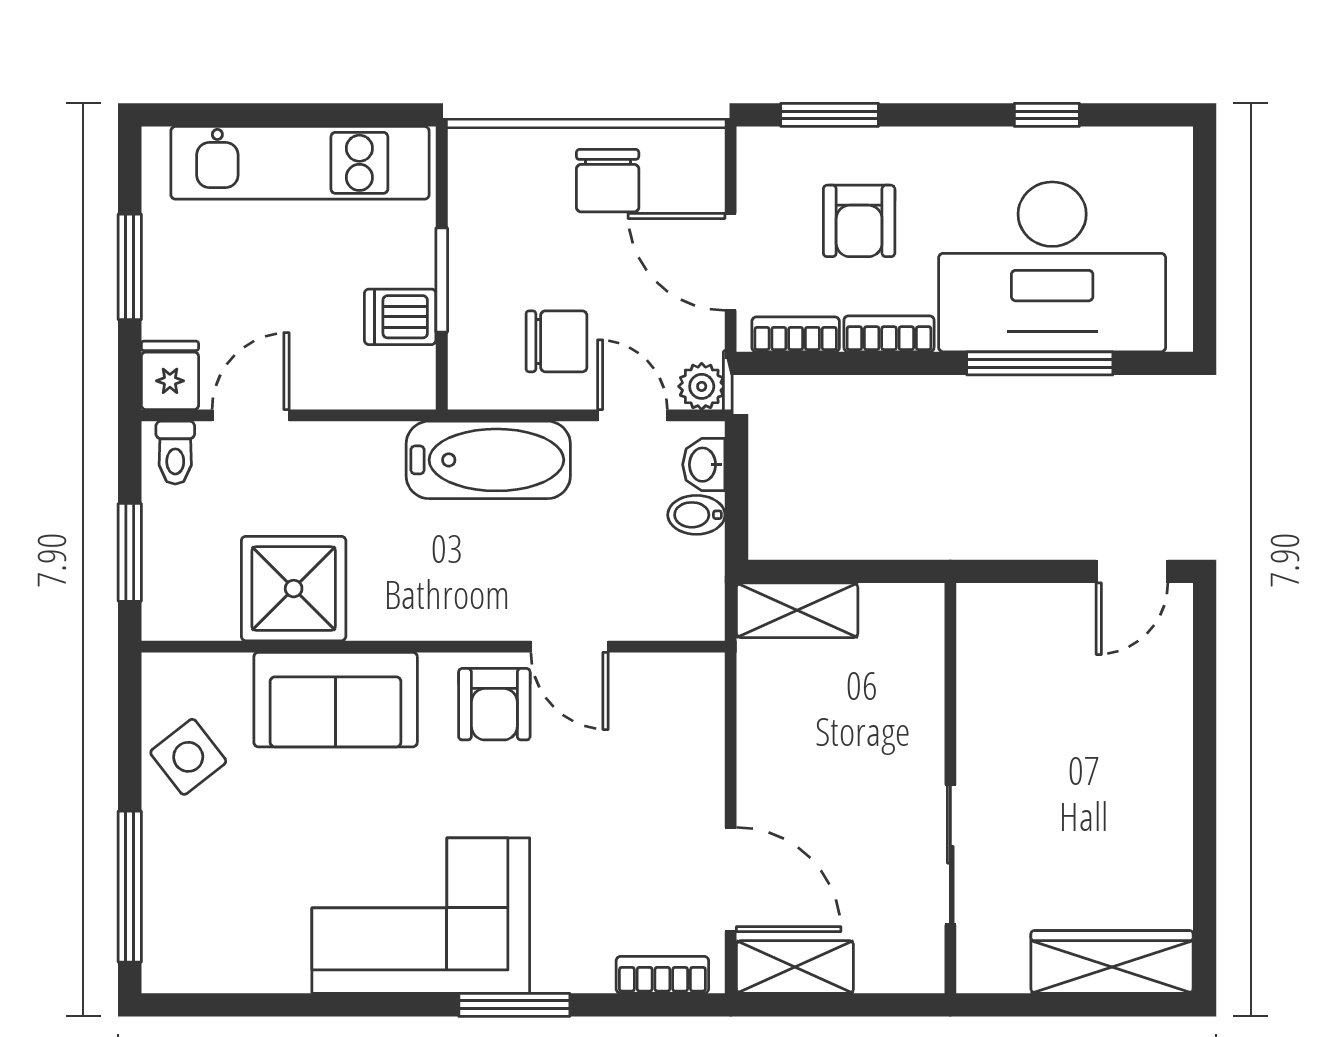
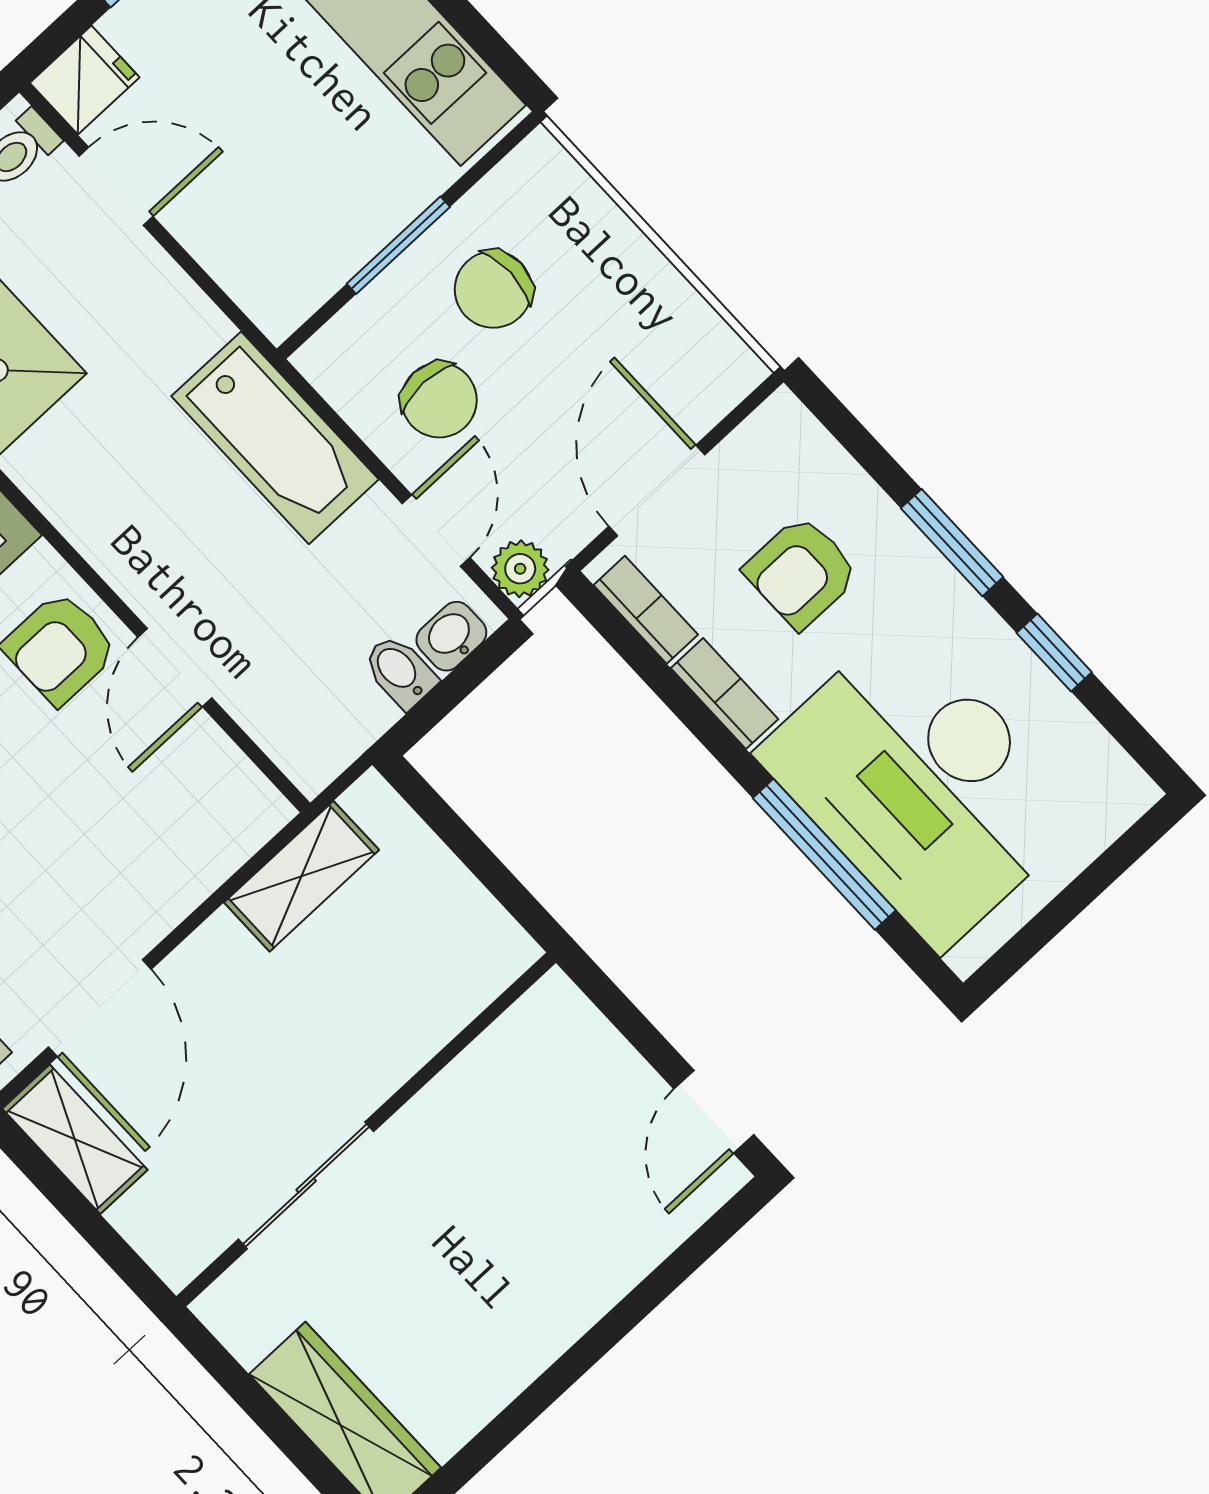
window: (830, 115) -> (952, 543), moved
chair: (608, 181) -> (493, 289), moved
dishwasher: (400, 317) -> (330, 239), removed
door: (1132, 571) -> (714, 1112), hinge flipped
shelving: (797, 610) -> (302, 876), moved, turned 90

